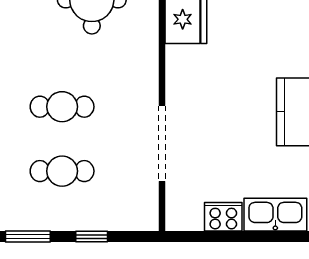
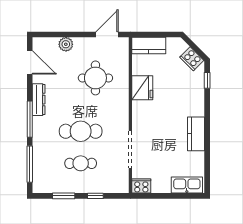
cafe table: (62, 107) -> (81, 131), width x1.37, depth x1.35
cooker: (223, 217) -> (141, 186), moved

